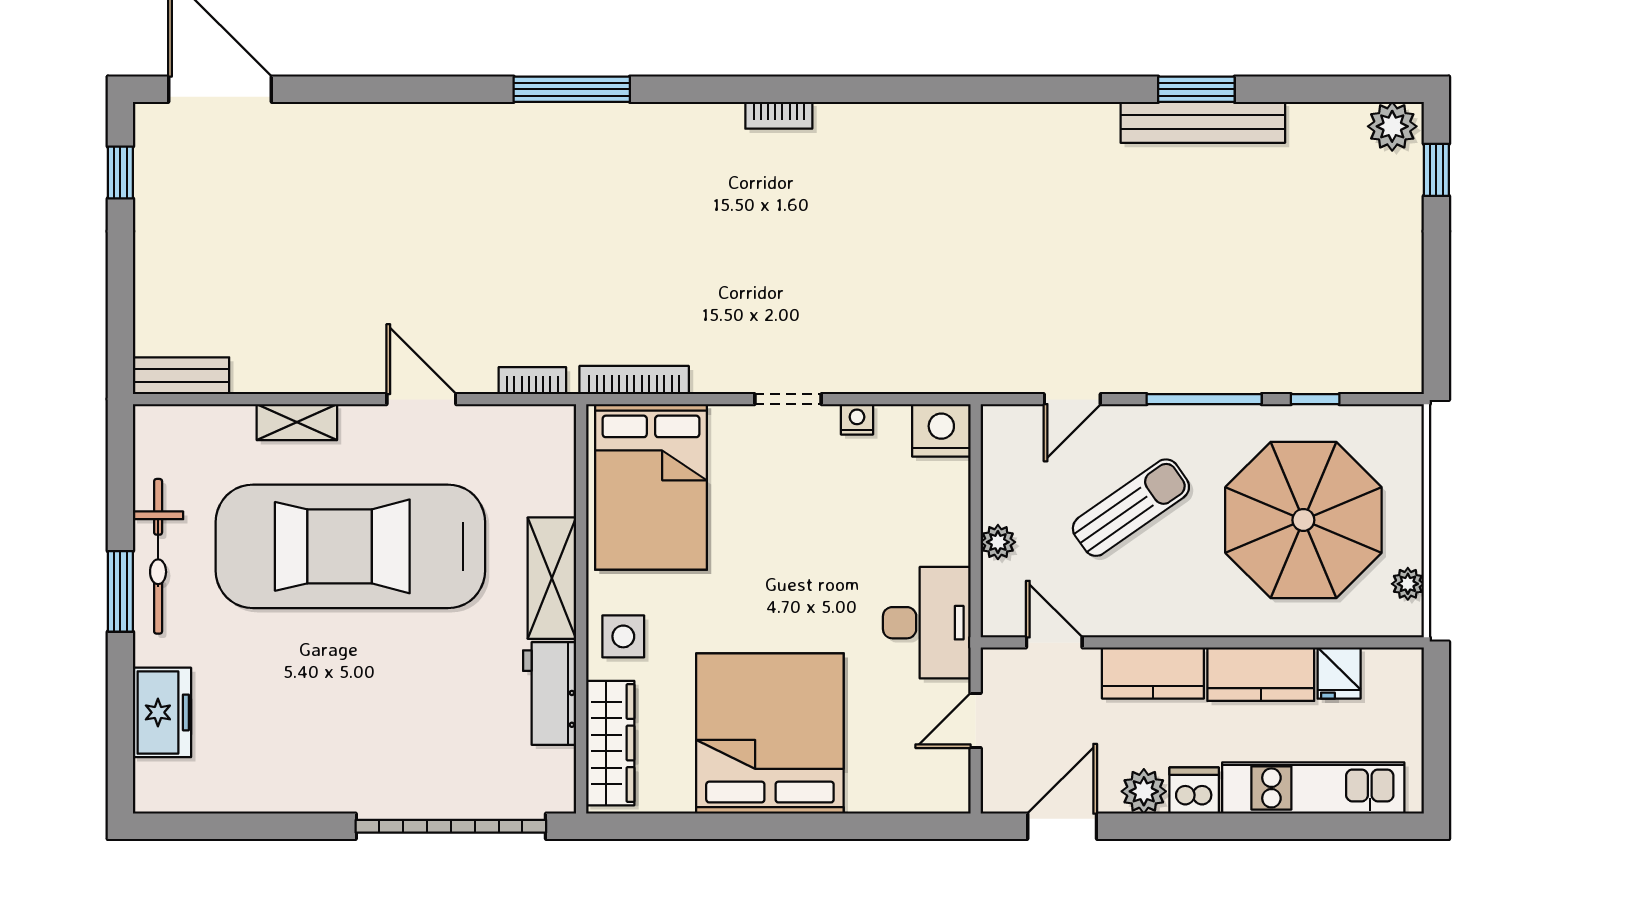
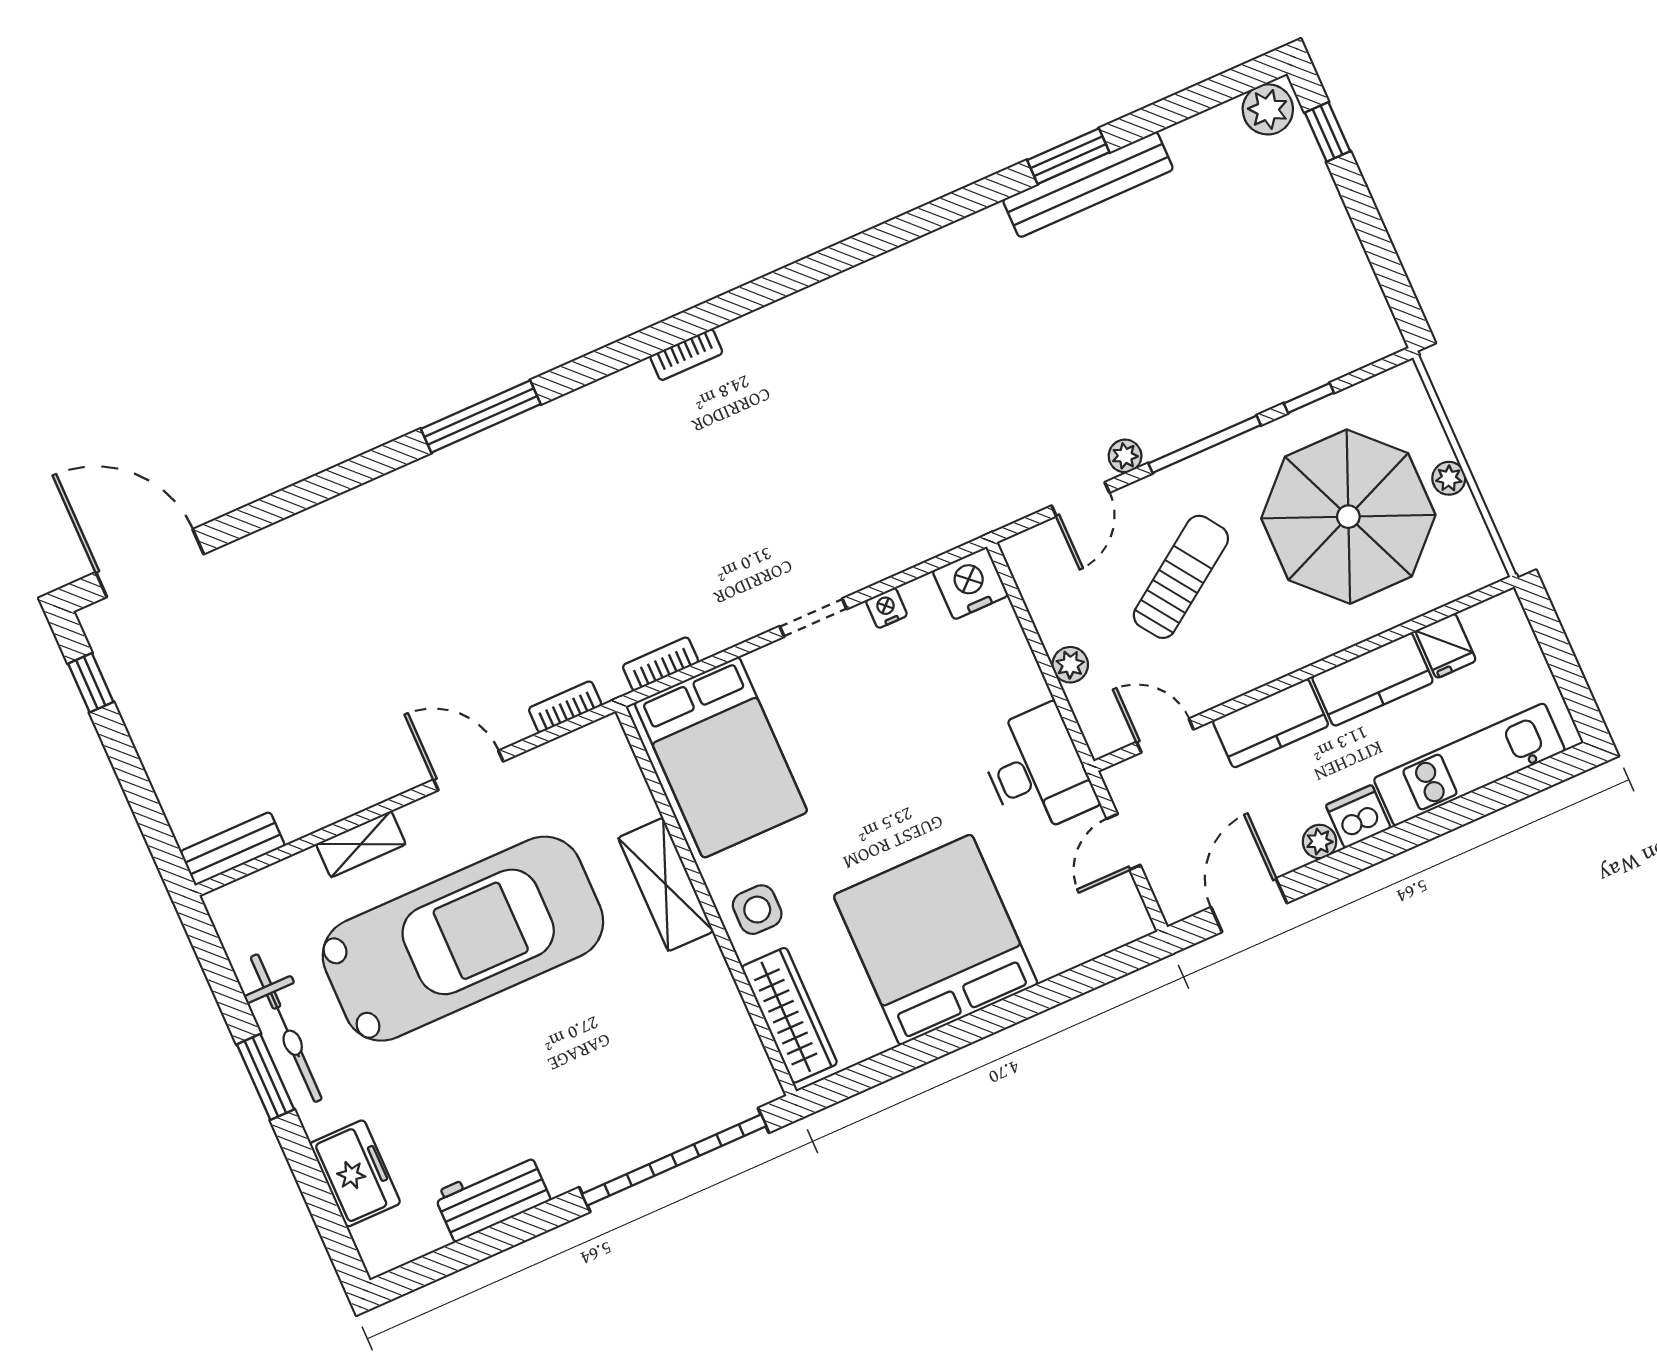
plant: (1129, 378) -> (1125, 456), added
bookcase: (634, 380) -> (661, 664), width x0.64
car: (350, 546) -> (463, 939), turned 180
plant: (1408, 584) -> (1449, 478), moved
workbench: (550, 693) -> (492, 1197), moved, turned 90
plant: (1144, 791) -> (1320, 842), width x0.73, depth x0.73

